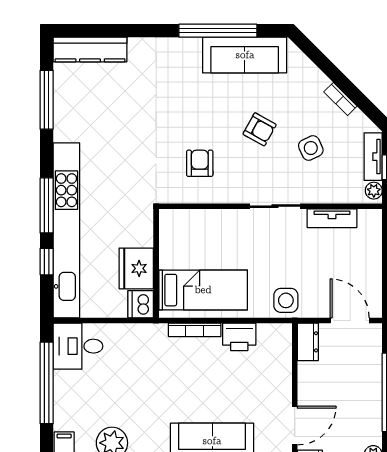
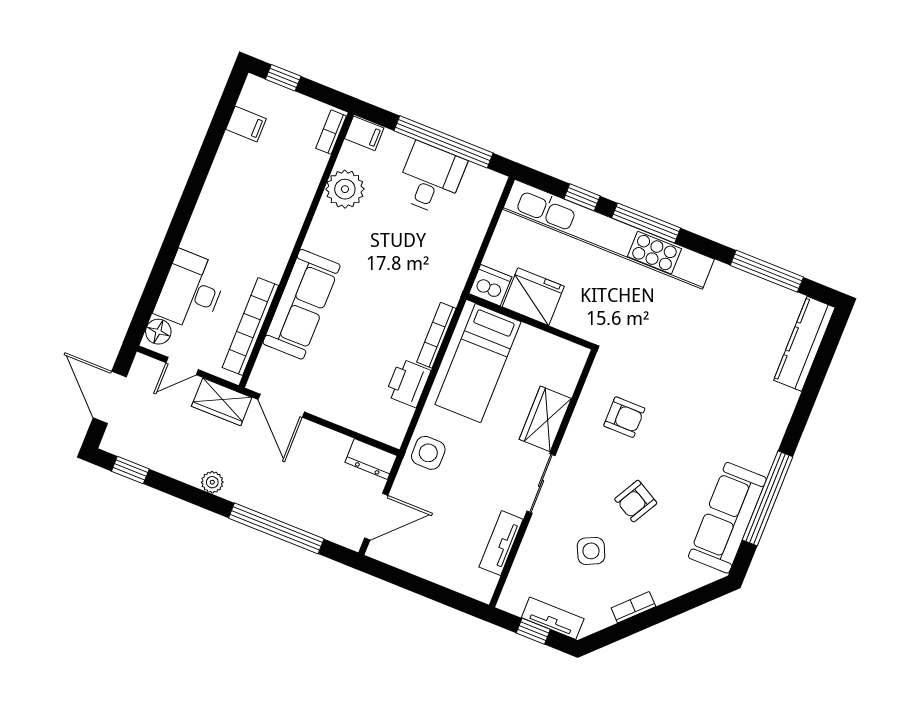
plant: (374, 191) -> (514, 603), removed
wardrobe: (225, 222) -> (545, 419), added
desk: (78, 346) -> (431, 178), moved

